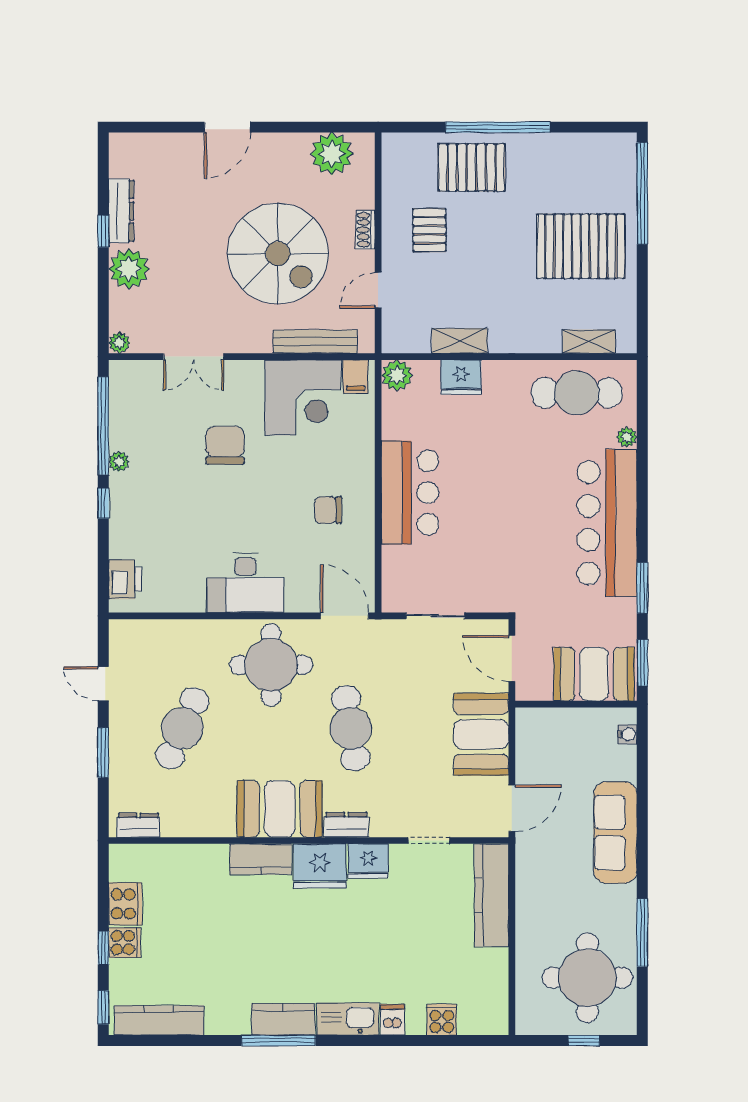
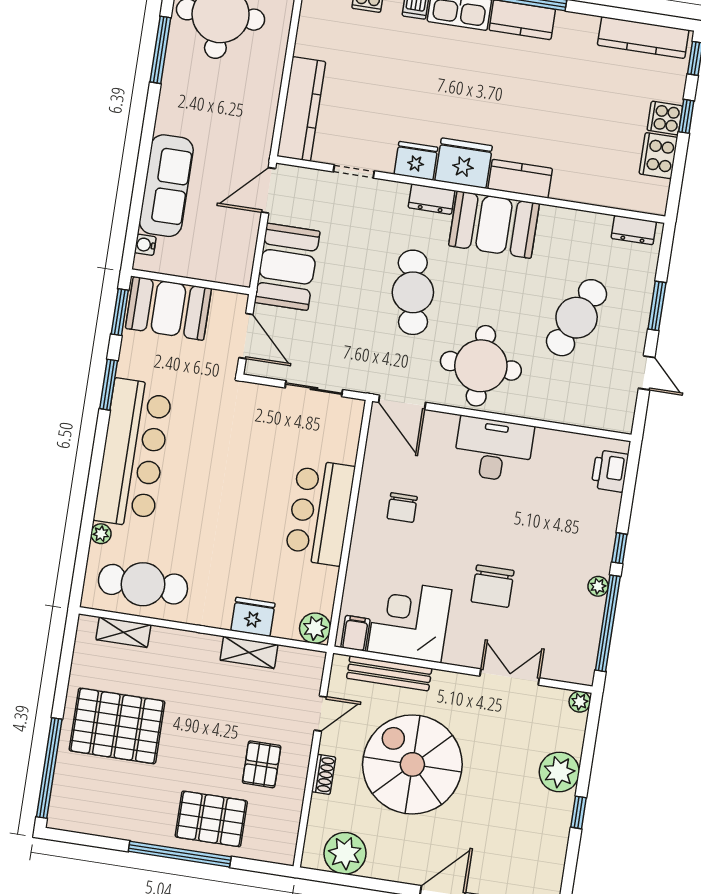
dresser: (121, 211) -> (558, 829), removed
chair: (328, 510) -> (402, 508), turned 90
sofa: (615, 833) -> (166, 186), moved

